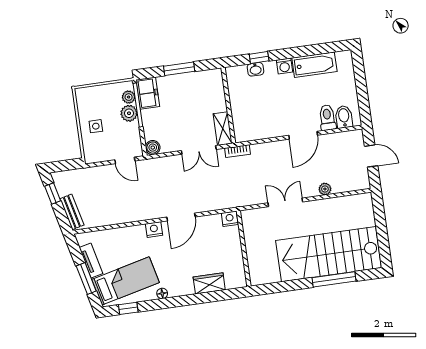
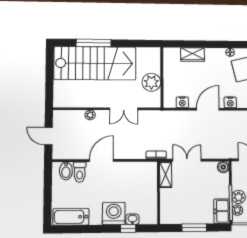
bathtub: (314, 65) -> (71, 217), moved
washing machine: (284, 66) -> (114, 213), width x1.89, depth x1.89
nightstand: (230, 219) -> (182, 102), moved
plant: (256, 241) -> (151, 82), added

